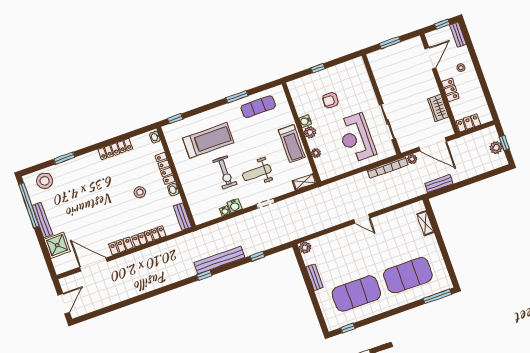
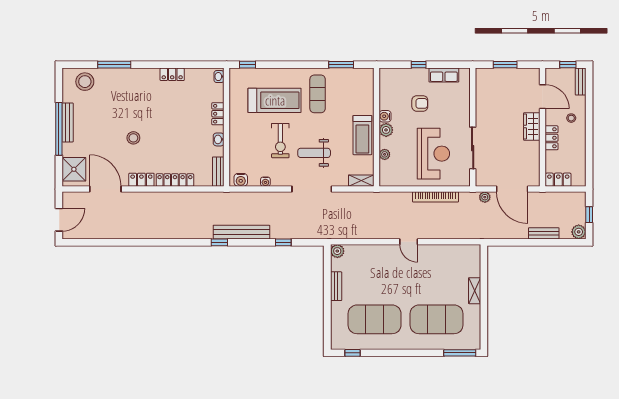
door: (430, 58) -> (542, 97), hinge flipped
row of seats: (342, 69) -> (444, 75), added
window: (237, 97) -> (341, 65), moved
armchair: (330, 100) -> (420, 103), turned 180
exercise mat: (258, 107) -> (318, 94), moved, turned 90
wardrobe: (438, 108) -> (532, 127), moved
reception desk: (356, 138) -> (433, 154), turned 180
plant: (496, 148) -> (579, 232), moved
locker: (115, 149) -> (172, 74), width x0.66
window: (64, 158) -> (114, 65), width x1.44
locker: (165, 168) -> (218, 114), width x0.66
bookcase: (388, 168) -> (436, 197), moved
bench: (439, 184) -> (544, 233), moved
stool: (140, 192) -> (133, 138), moved
doorway: (266, 203) -> (312, 189), width x1.88
window: (29, 205) -> (59, 129), moved
water cooler: (234, 206) -> (241, 180), moved
shelving: (425, 223) -> (475, 291), moved
shower: (57, 245) -> (74, 169), moved

